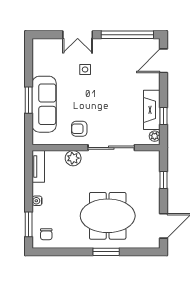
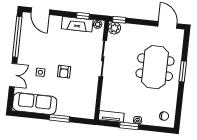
sofa: (44, 104) -> (35, 104), moved
armchair: (79, 129) -> (64, 72), moved
plant: (73, 158) -> (114, 28), moved
window: (164, 180) -> (119, 20), moved
window: (29, 224) -> (129, 126), moved

